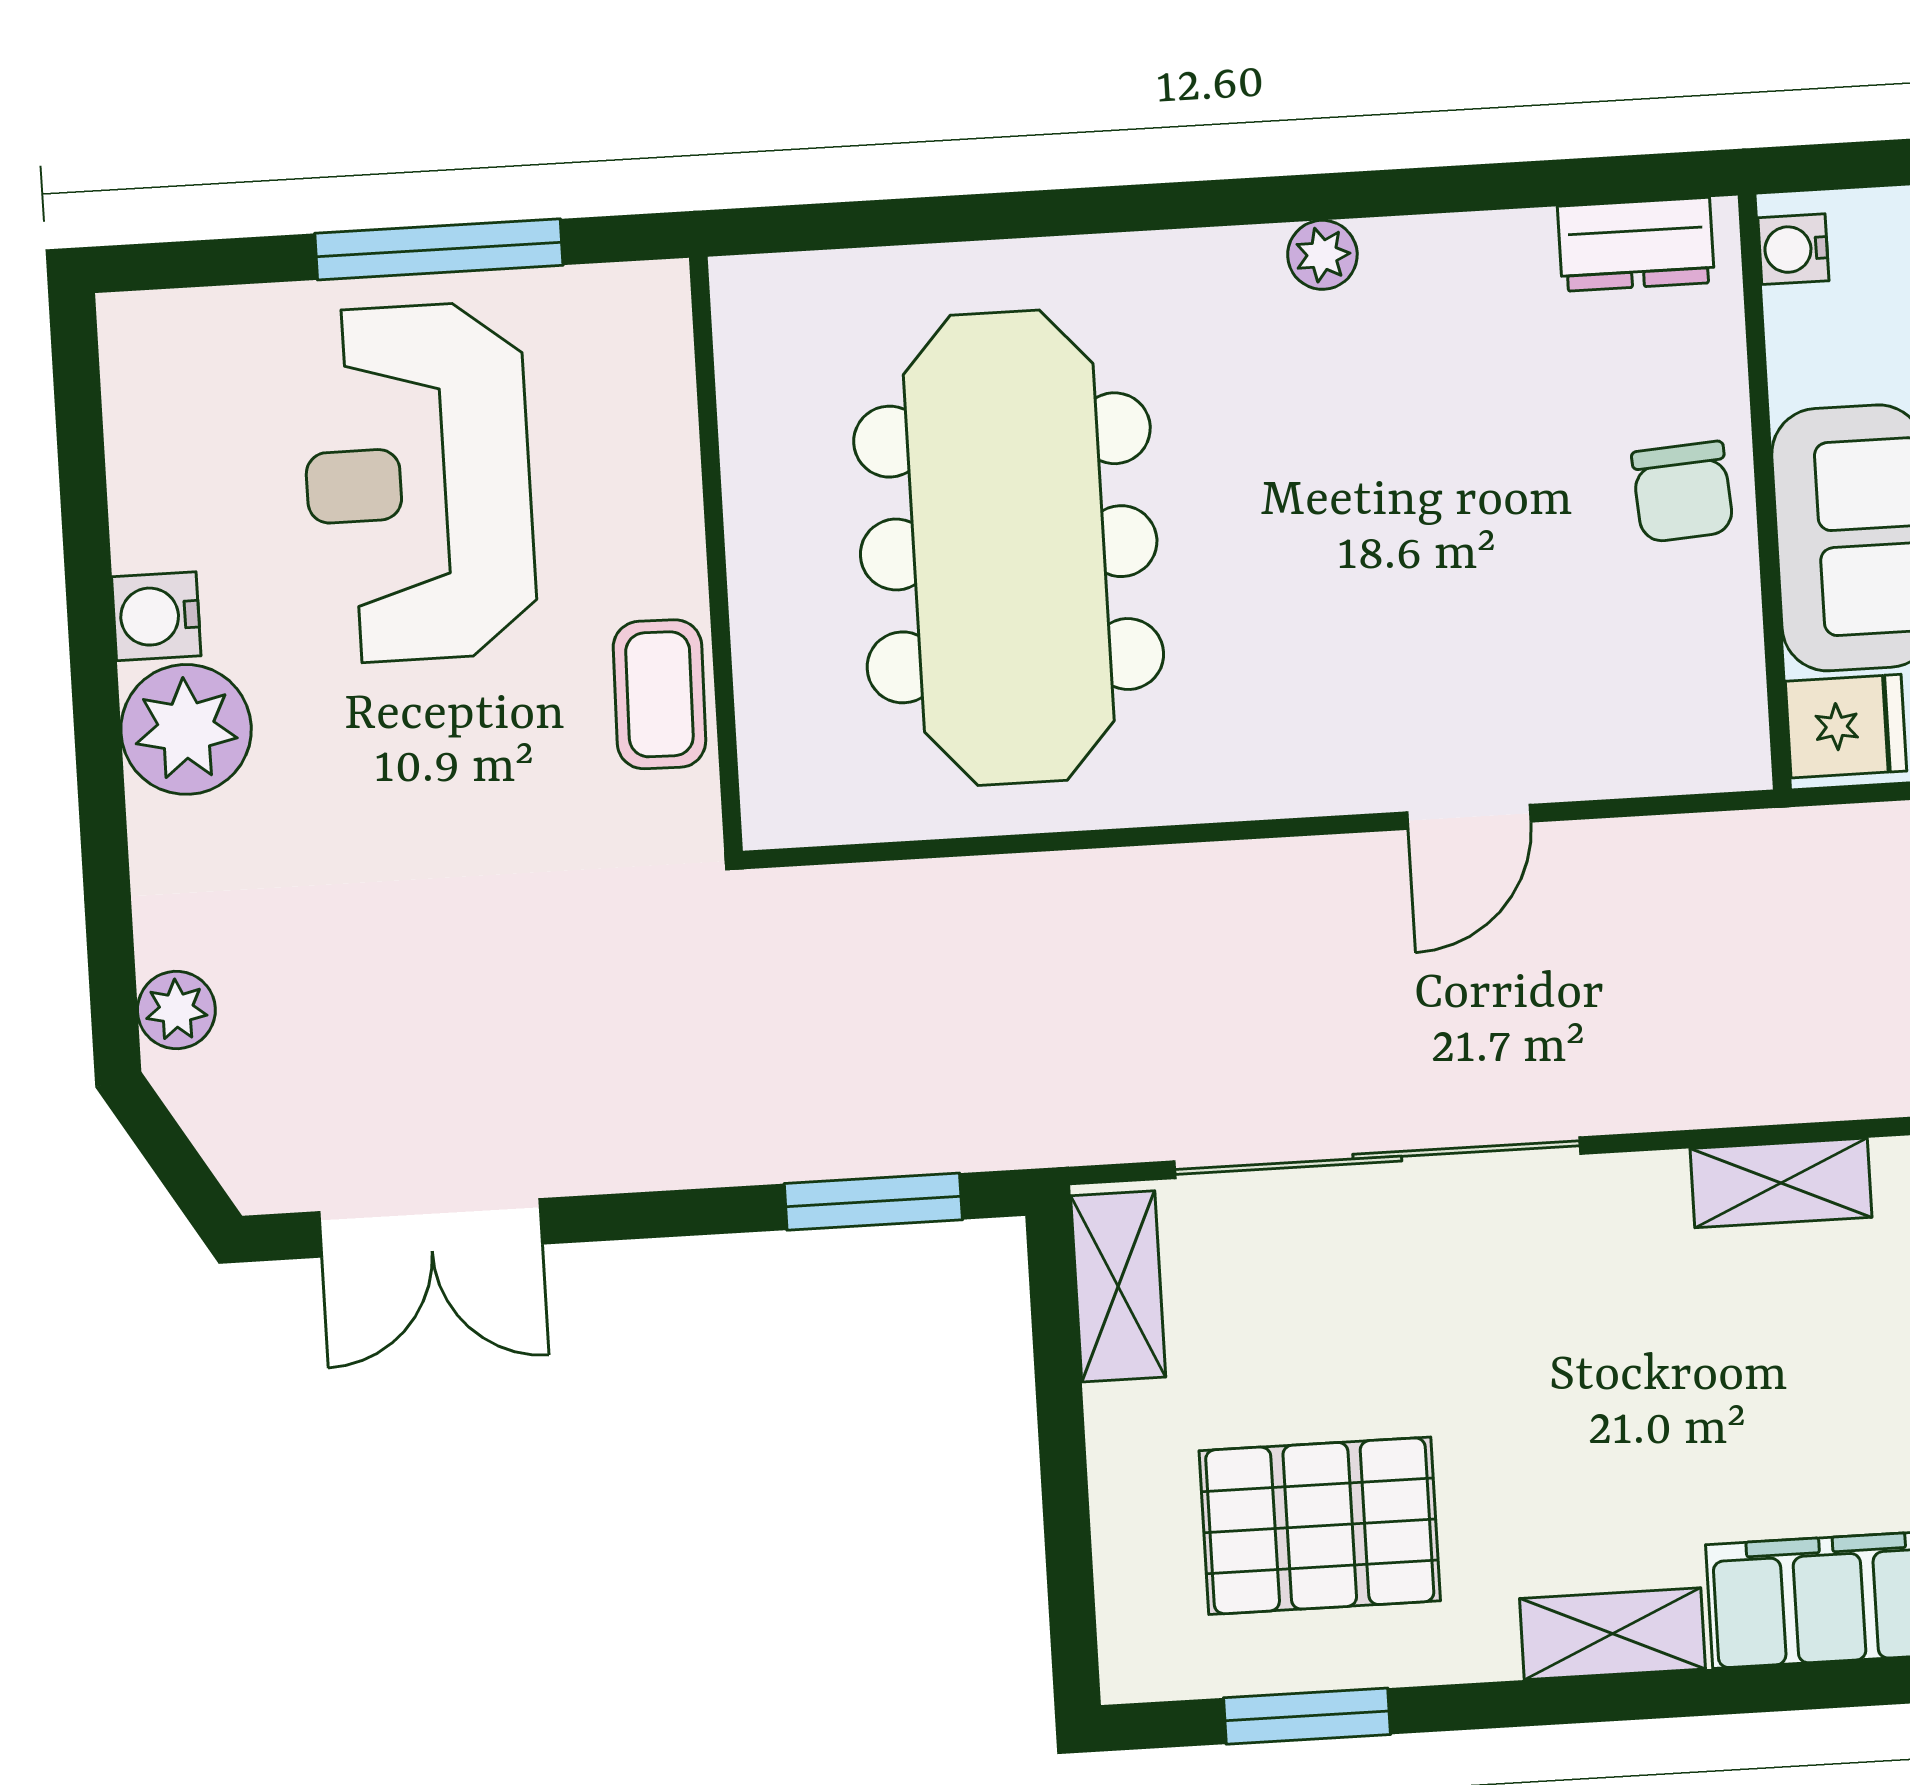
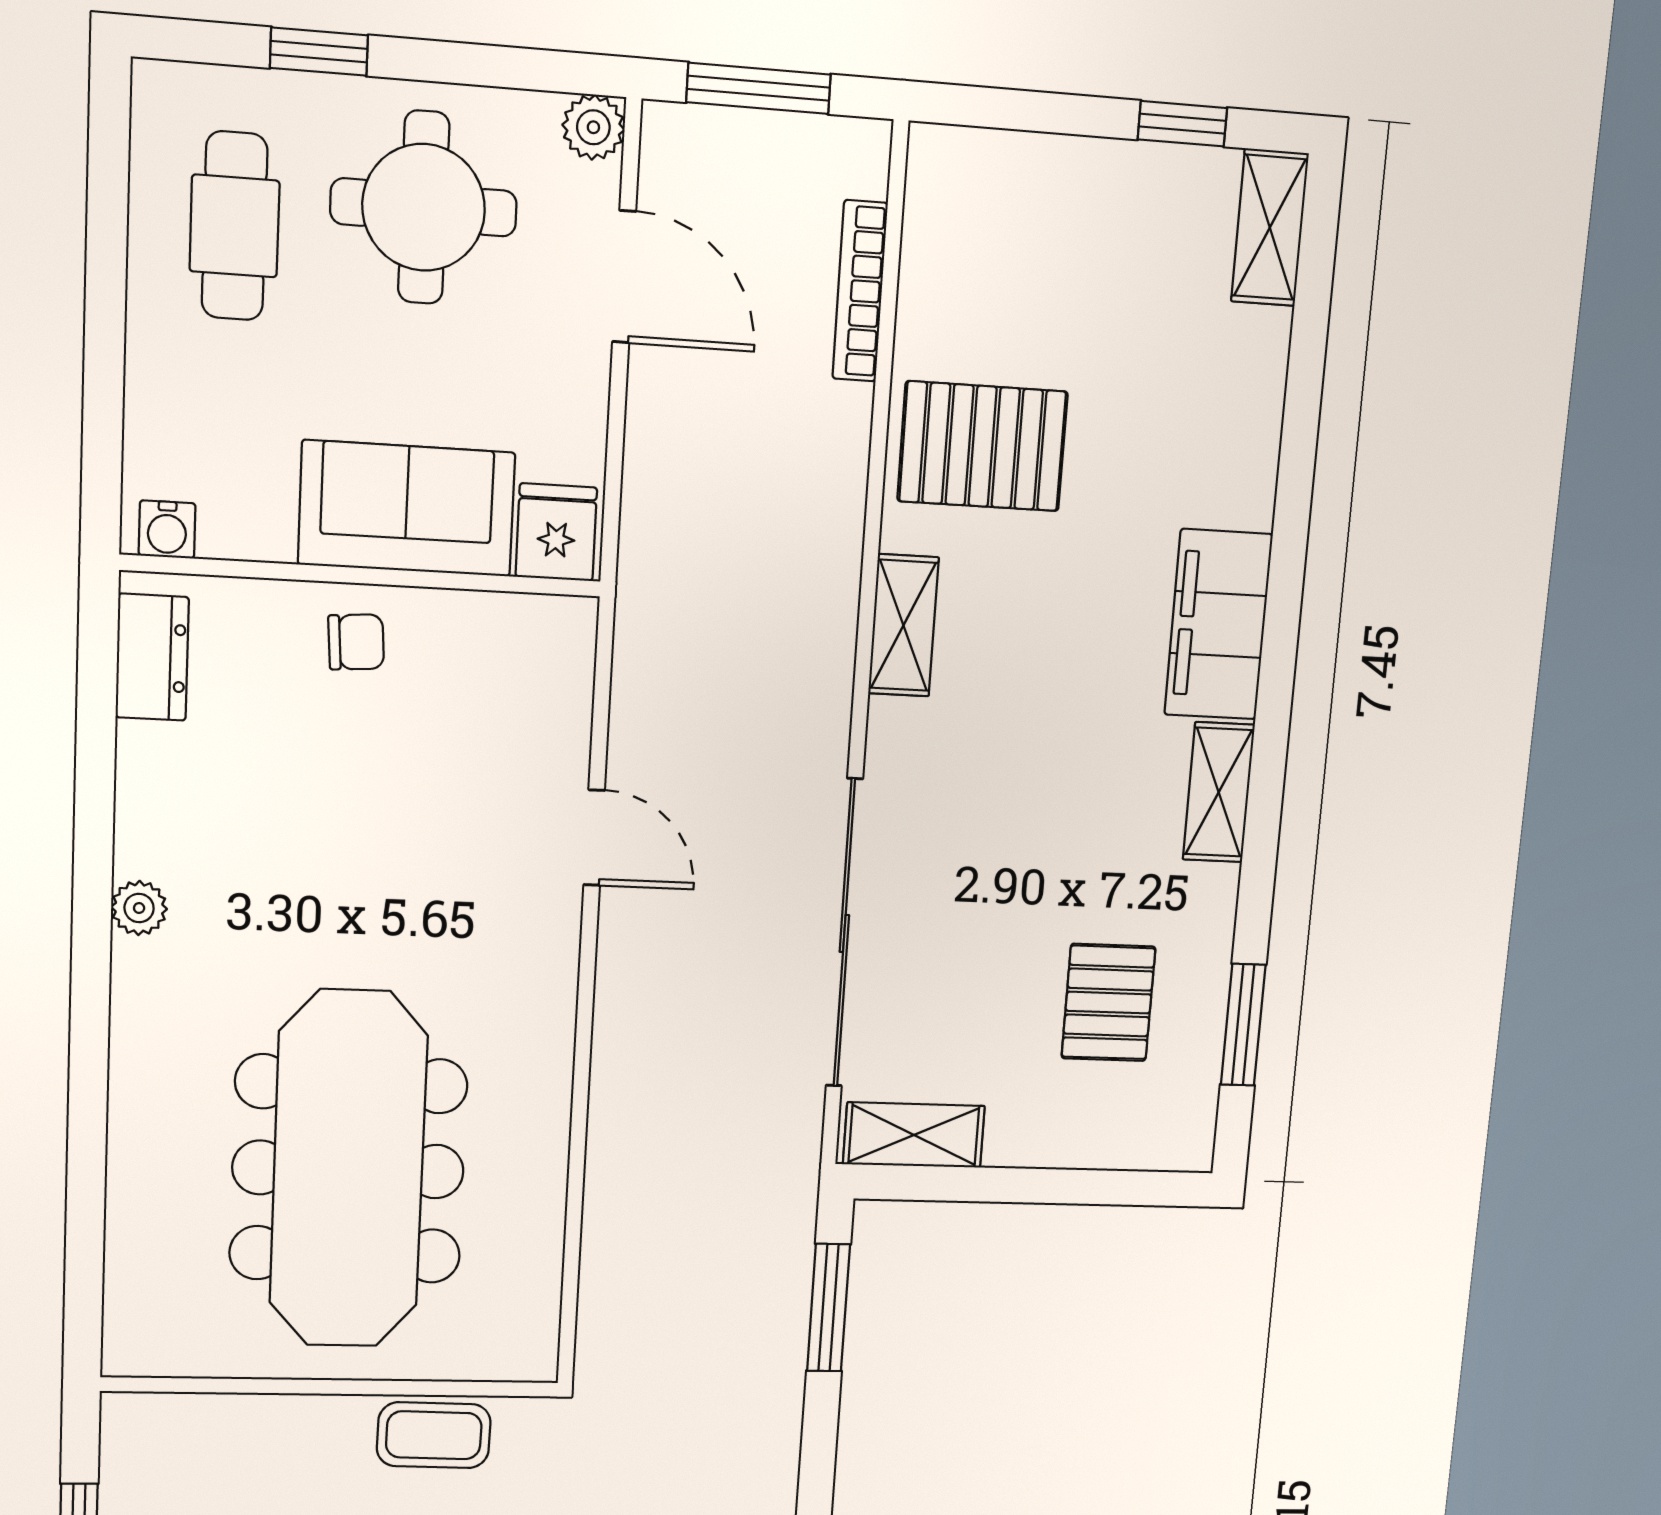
chair: (1683, 492) -> (356, 642), width x0.73, depth x0.73
meeting table: (1009, 548) -> (348, 1169), turned 90
pallet: (1320, 1526) -> (1108, 1003), width x0.67, depth x0.71

